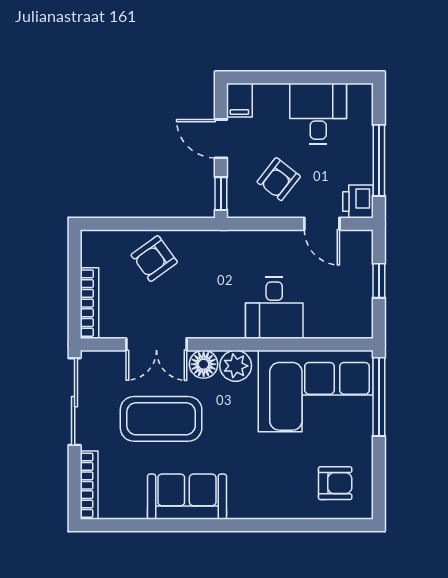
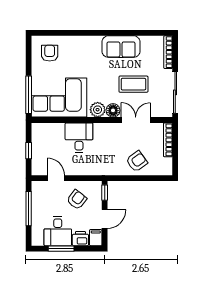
window: (311, 77) -> (61, 249), added
door: (221, 139) -> (105, 219), hinge flipped
printer: (358, 201) -> (80, 239), moved, turned -90
coffee table: (161, 419) -> (133, 84), width x0.73, depth x0.76
armchair: (335, 483) -> (50, 53), turned 90

